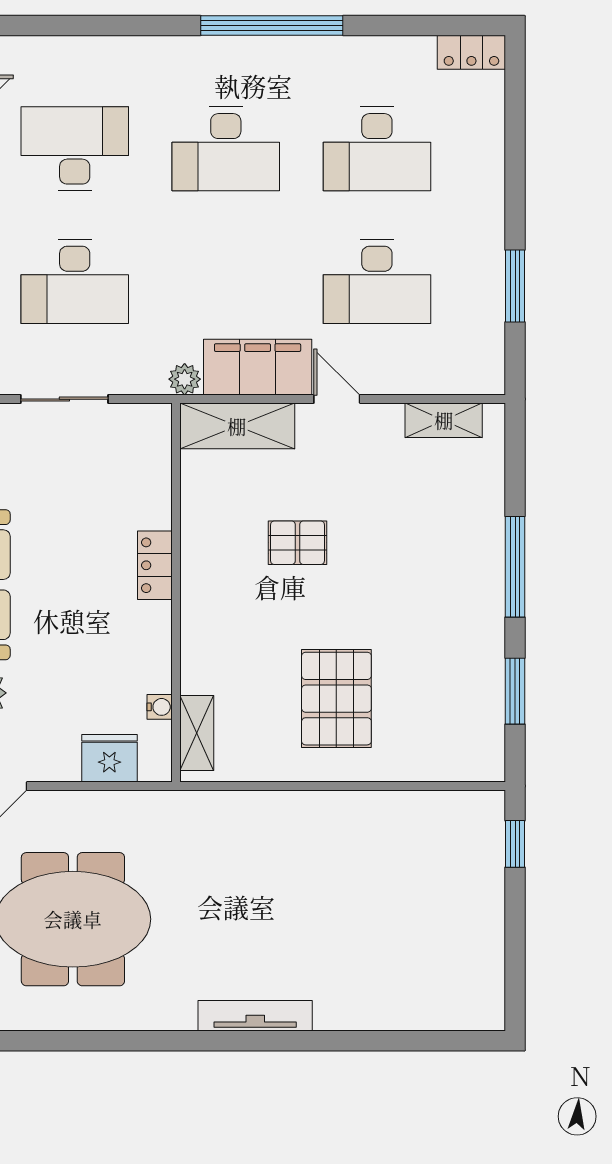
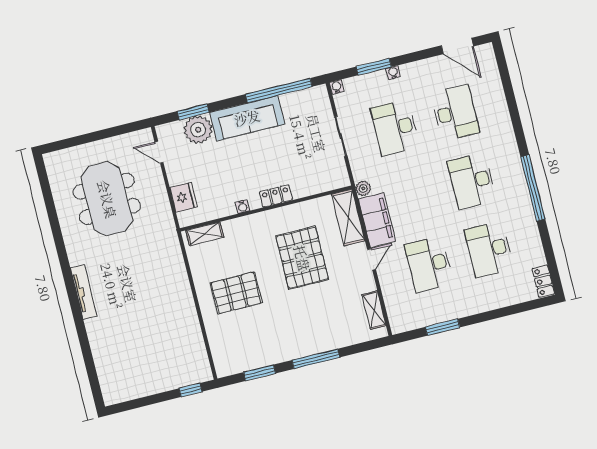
pallet: (297, 543) -> (302, 258), width x2.05, depth x2.00
water cooler: (160, 707) -> (242, 207), moved

